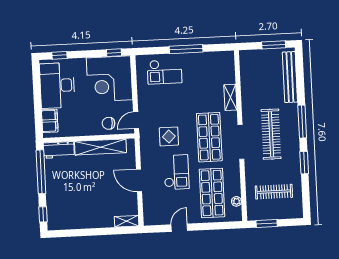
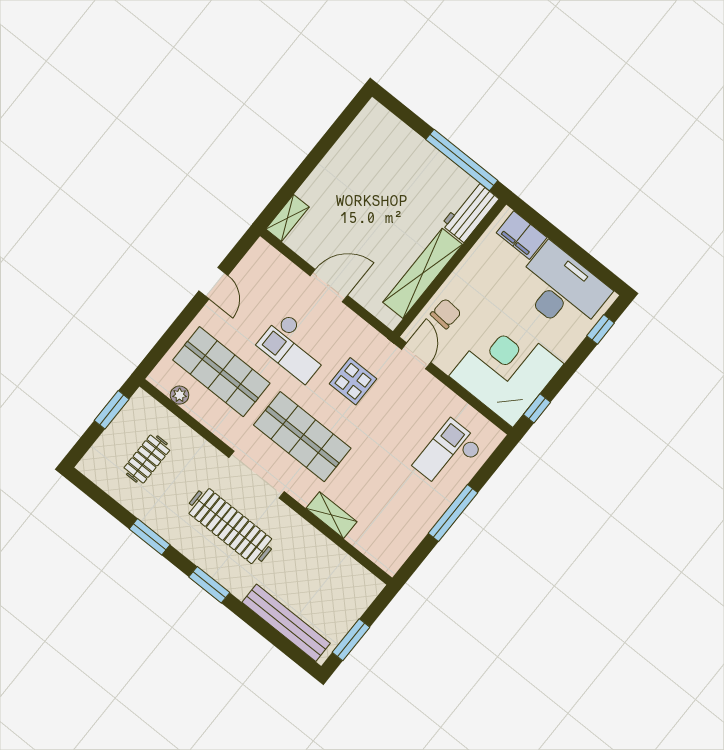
window: (302, 122) -> (209, 585), width x0.69
clothes rail: (274, 192) -> (147, 459), width x0.73
window: (43, 214) -> (400, 110), removed

